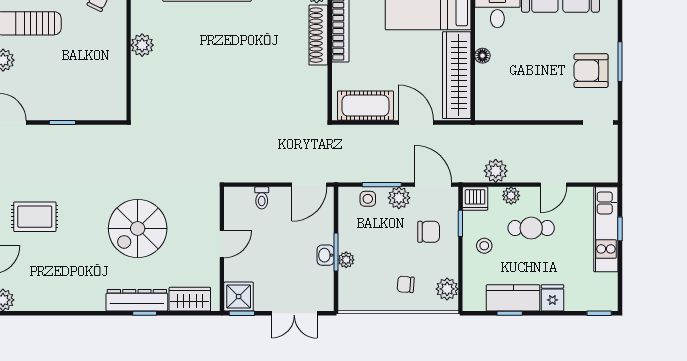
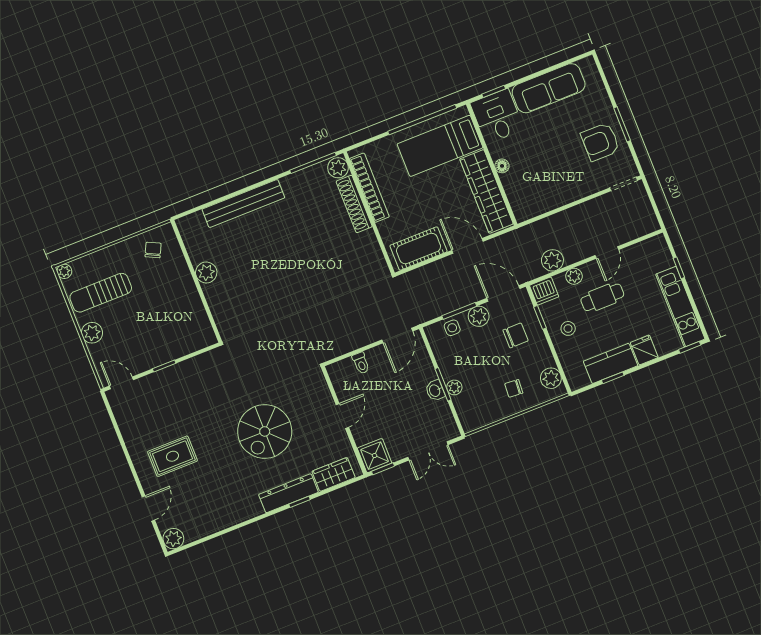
kitchen unit: (606, 229) -> (680, 307), moved

